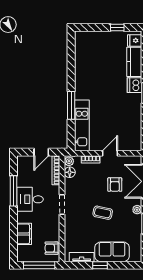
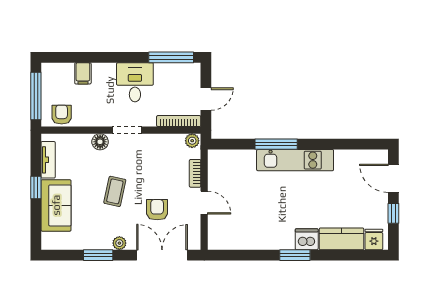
door: (94, 28) -> (393, 178), added
kitchen unit: (82, 125) -> (295, 160), moved
door: (41, 152) -> (206, 99), swing flipped
floor lamp: (70, 172) -> (100, 142), moved
armchair: (115, 185) -> (157, 210), turned 90
window: (13, 191) -> (171, 57), moved
filing cabinet: (24, 234) -> (83, 73), width x0.50

